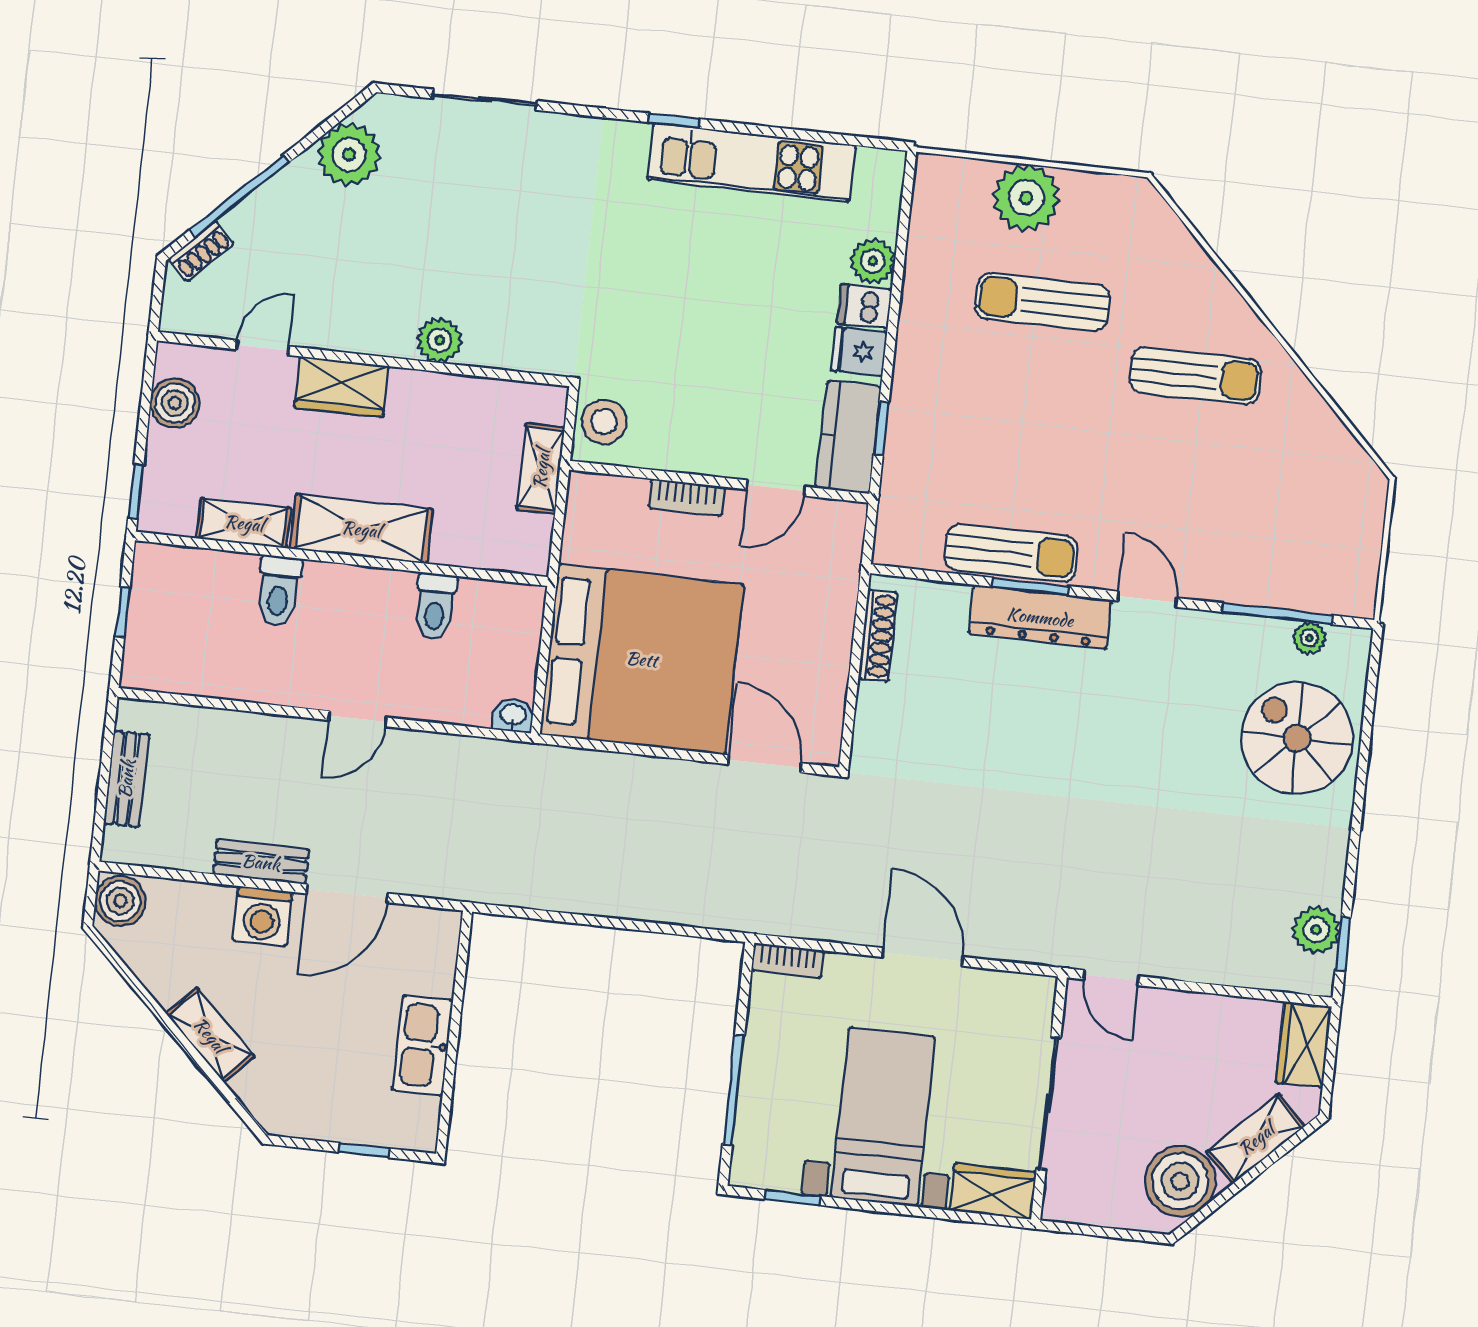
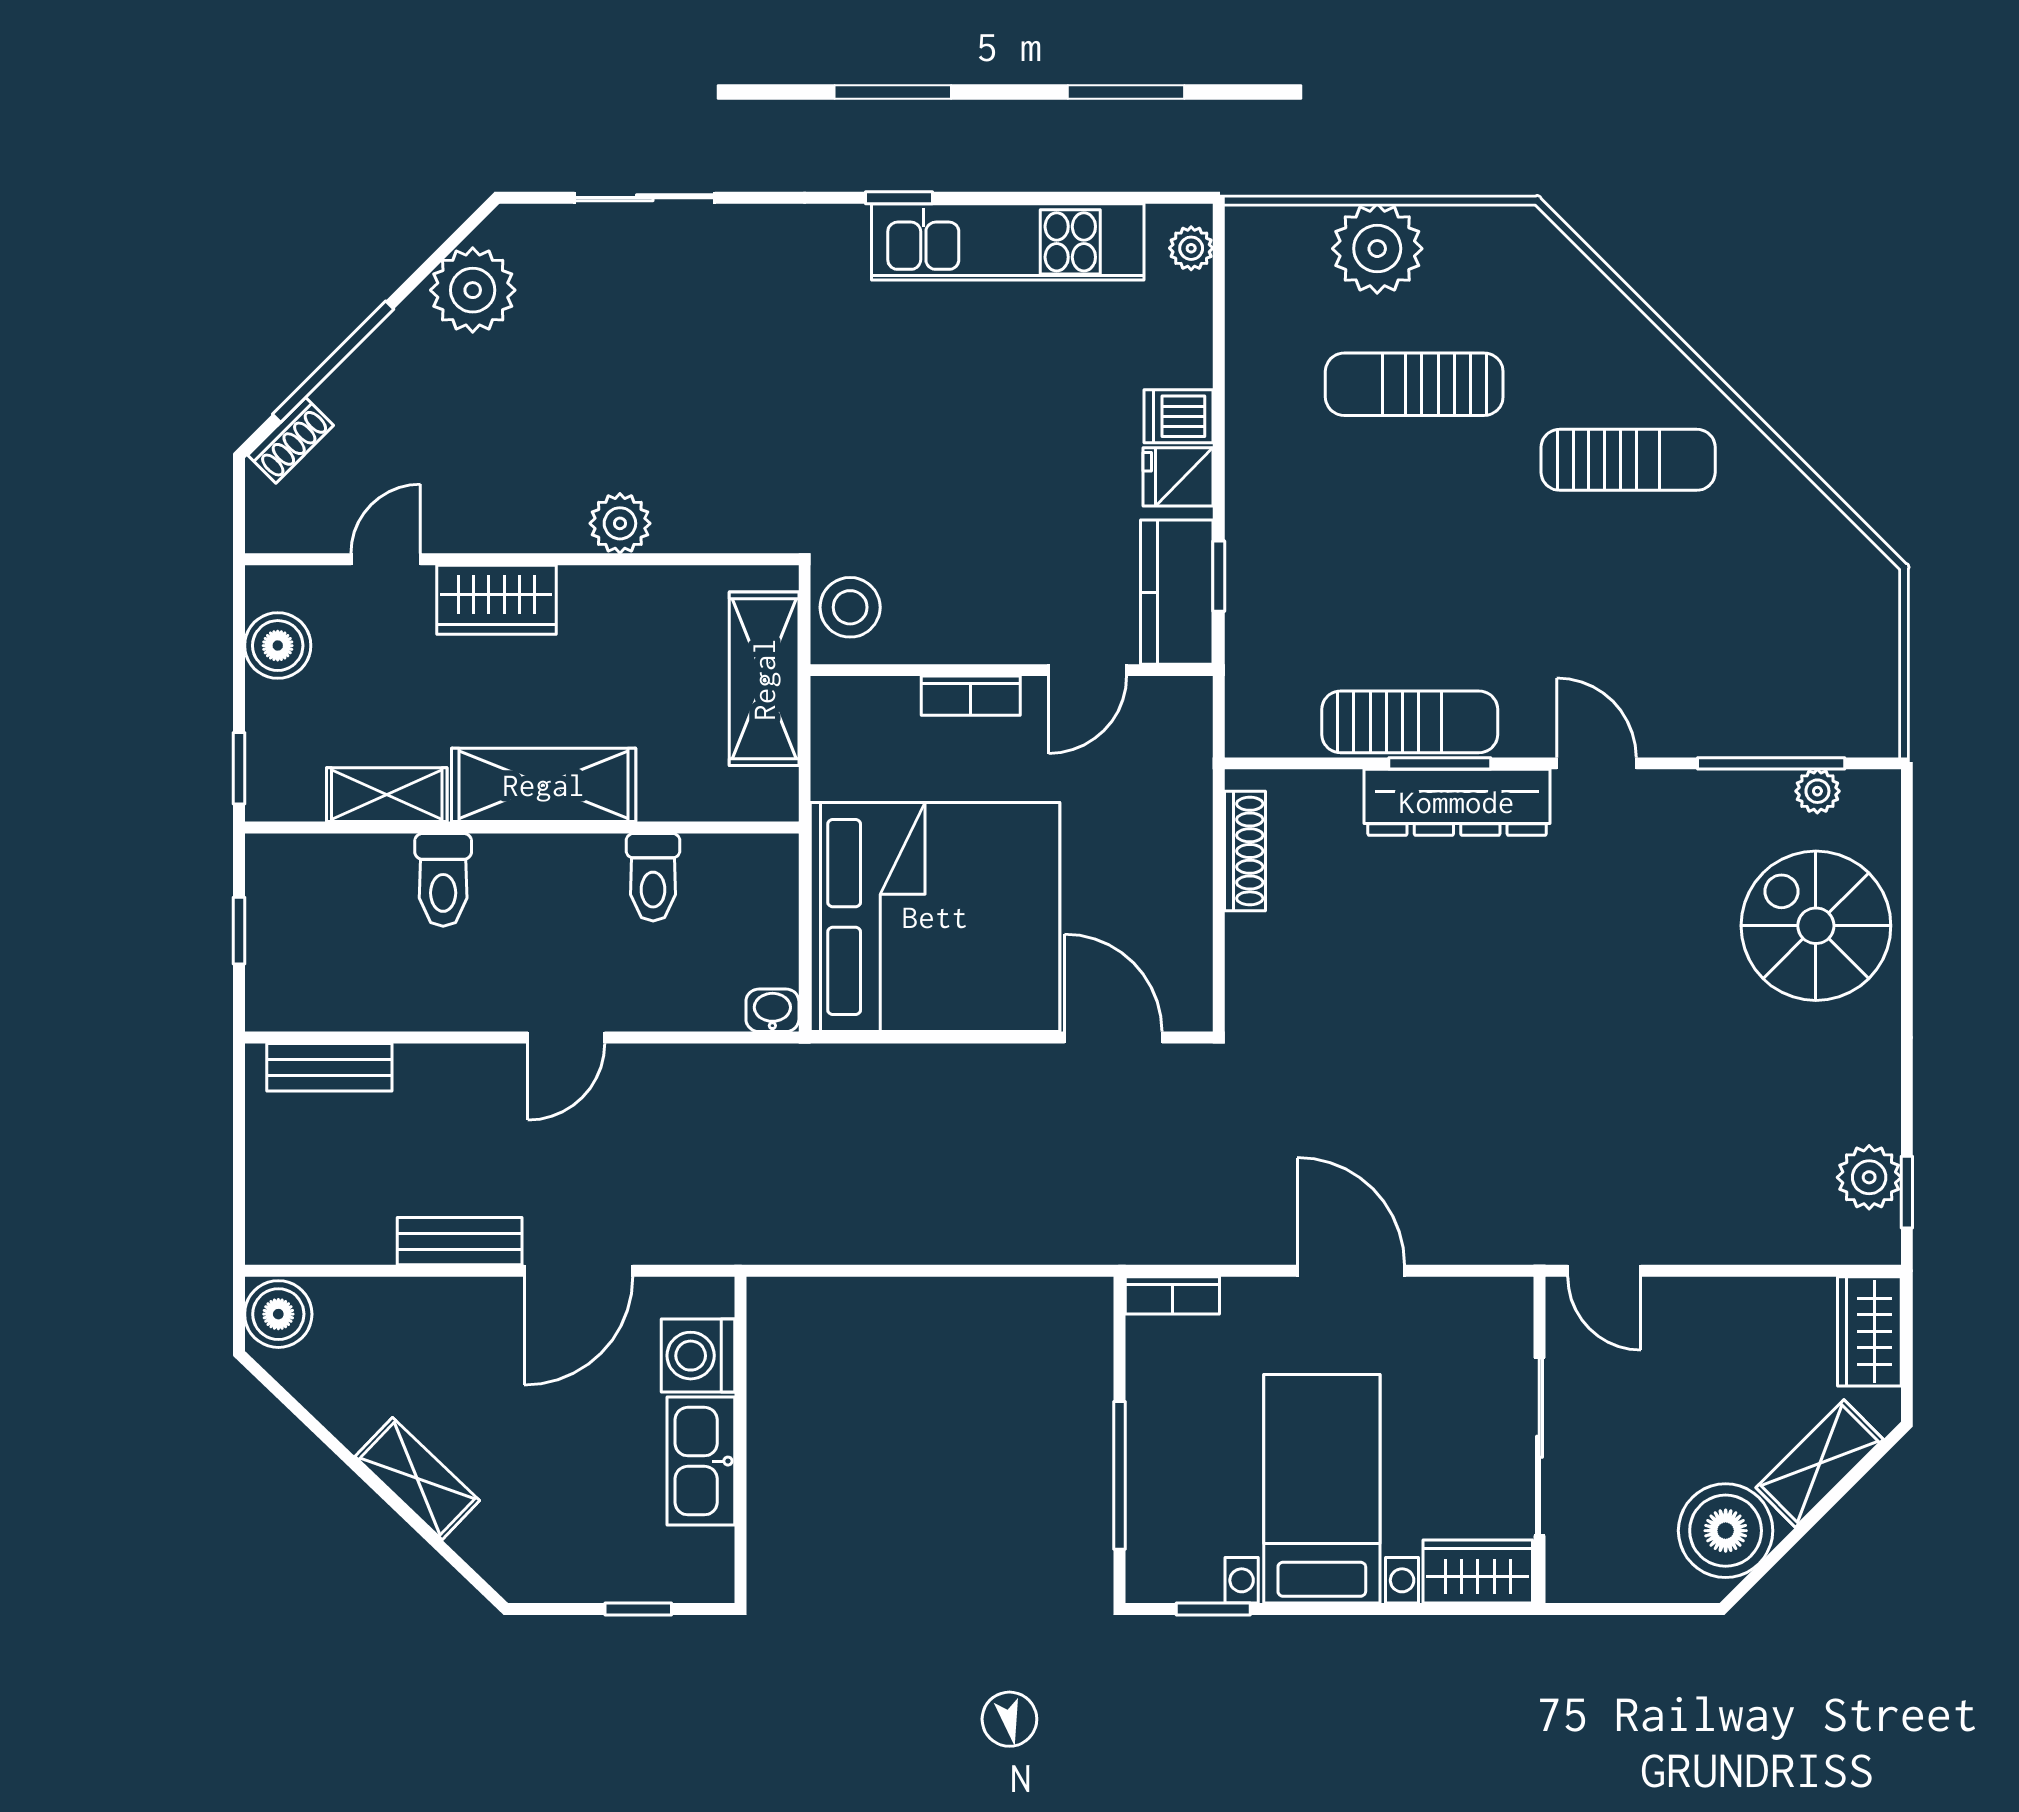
plant: (873, 261) -> (1191, 248), moved, width x0.73, depth x0.73
shelving: (541, 469) -> (764, 679), width x1.50, depth x1.33
bench: (126, 779) -> (329, 1067), moved, turned 90
washing machine: (262, 916) -> (698, 1356), moved, turned 90

